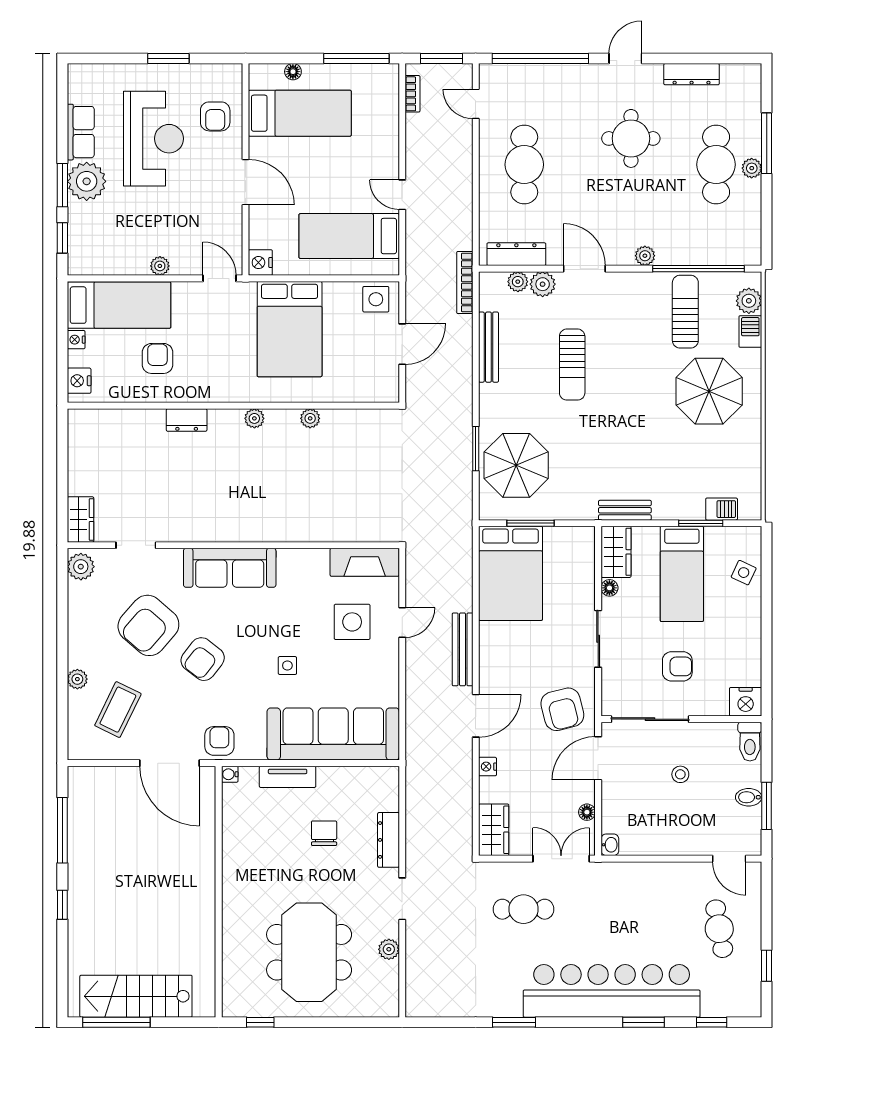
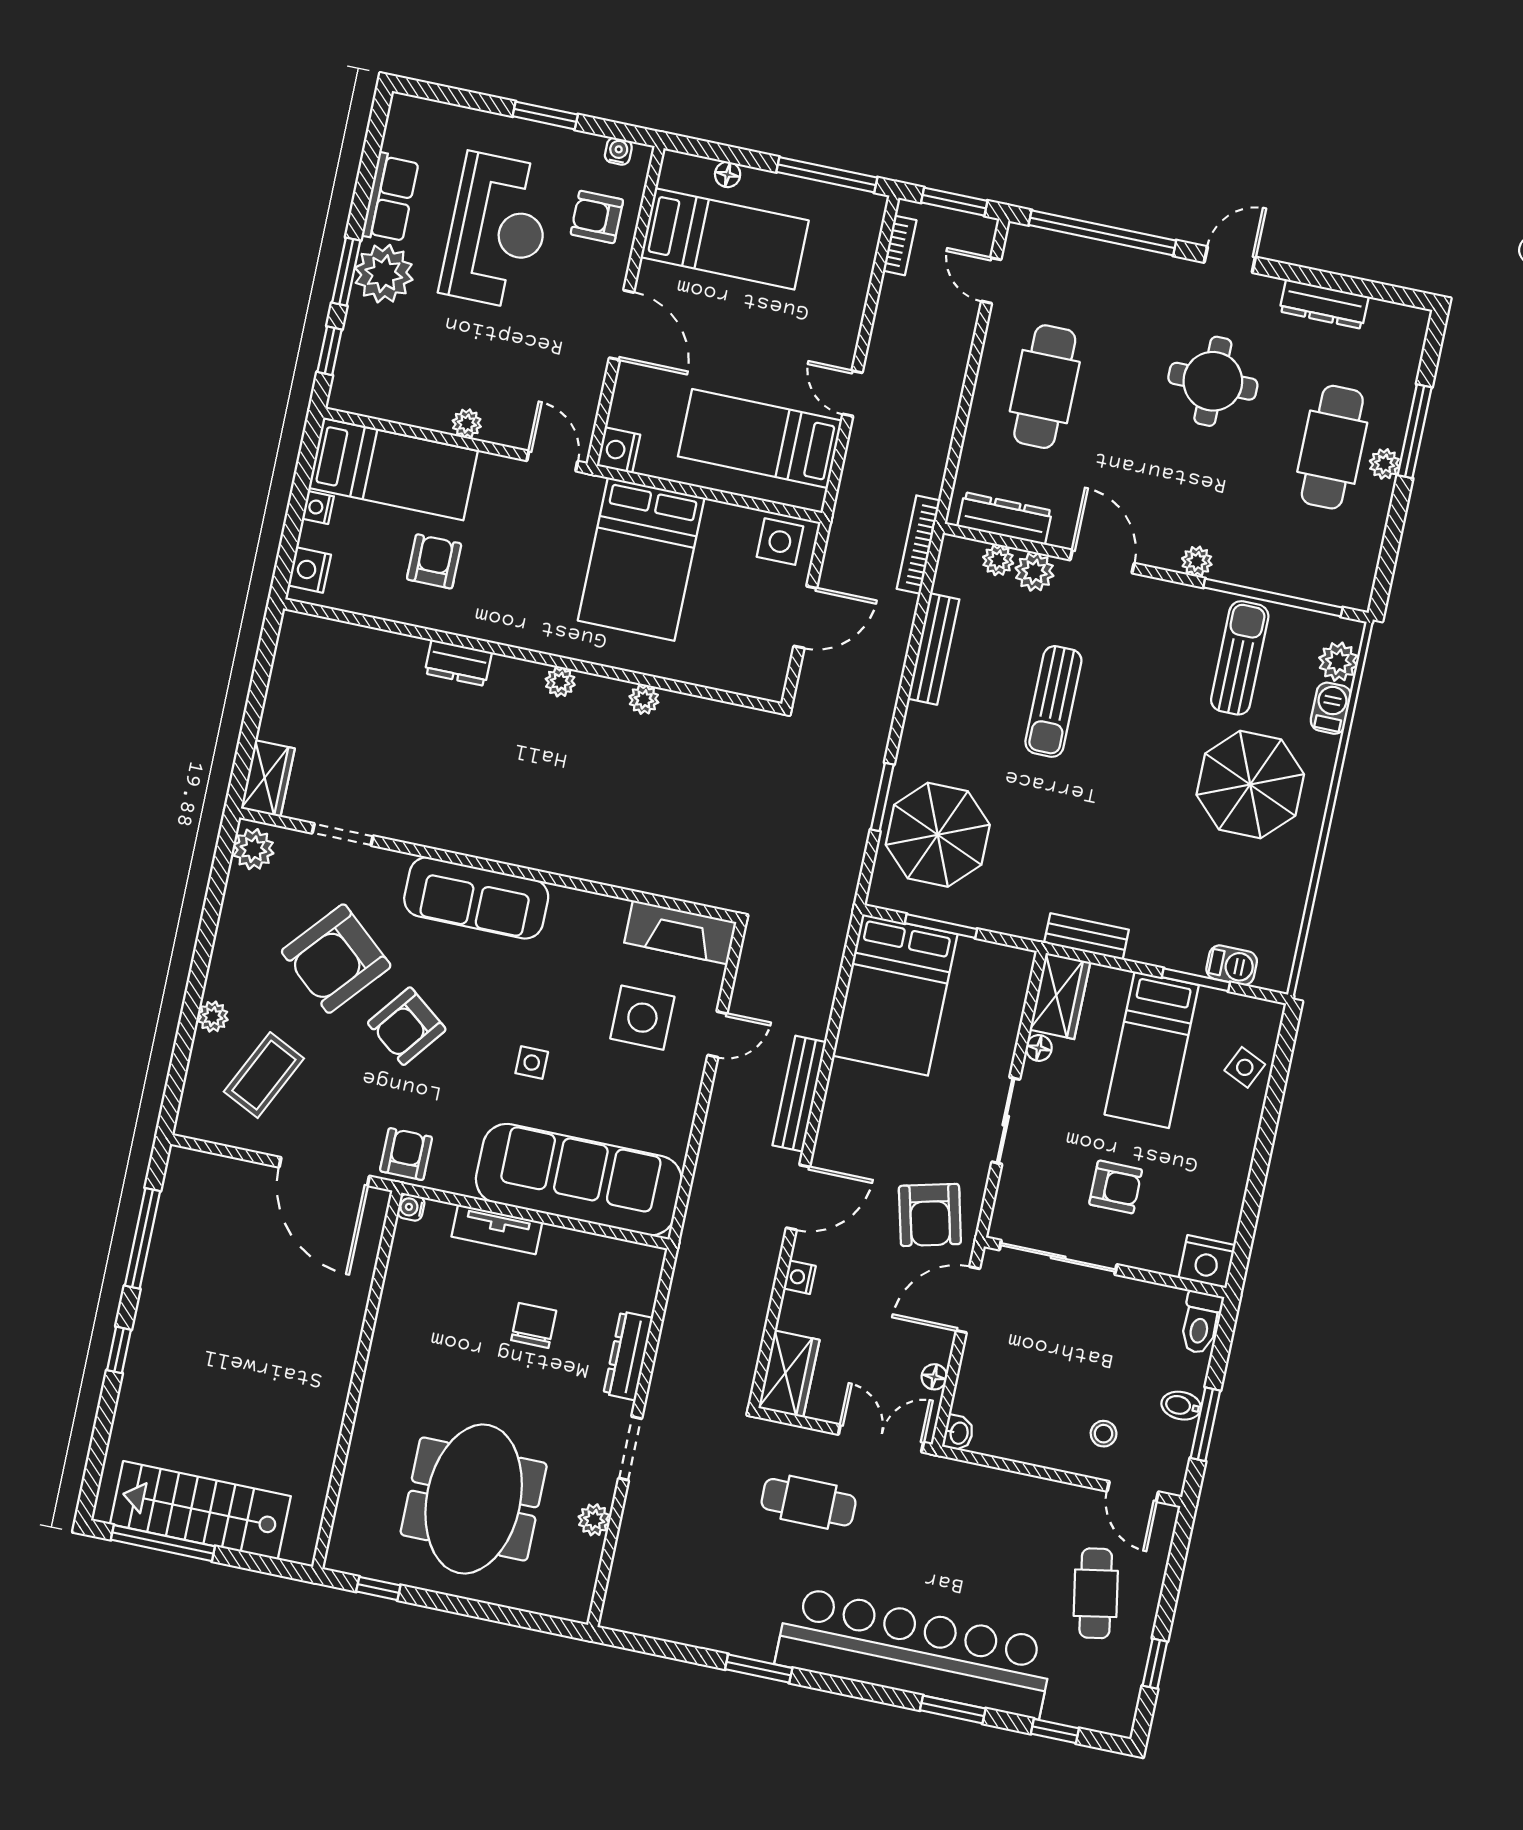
water cooler: (220, 72) -> (618, 151), added
armchair: (215, 116) -> (597, 217), turned 90
stool: (680, 774) -> (1104, 1434), moved

